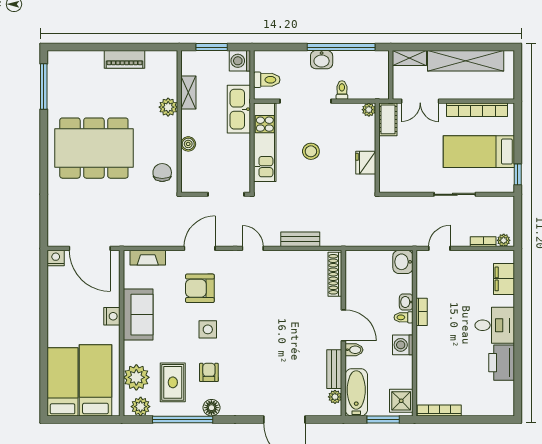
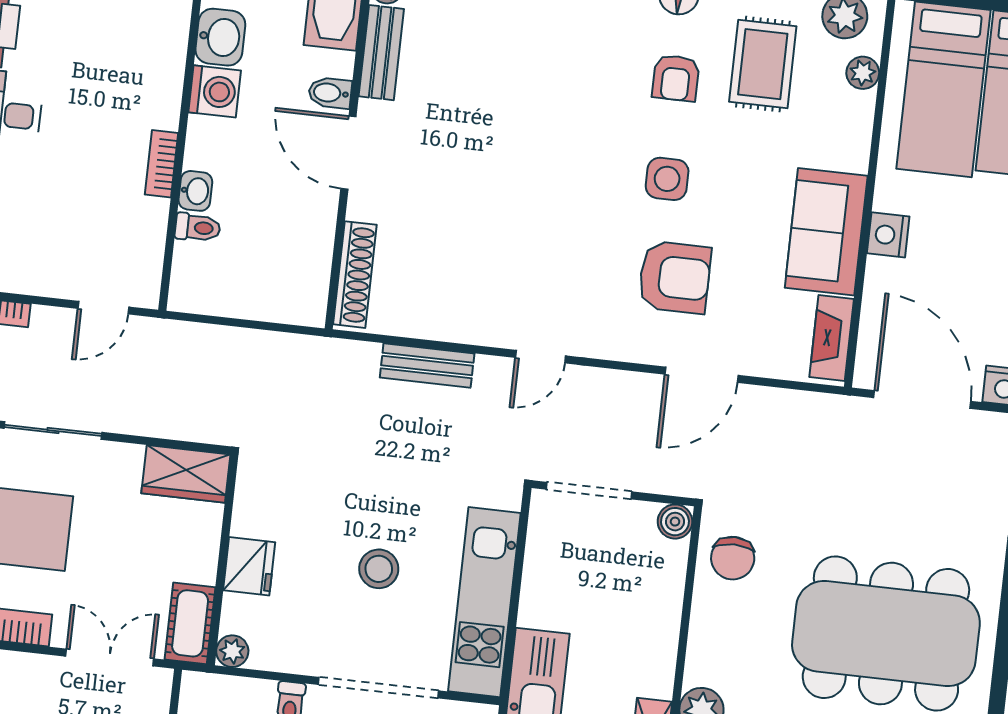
boiler: (188, 144) -> (675, 522), moved
fridge: (366, 163) -> (249, 566), moved
wardrobe: (397, 182) -> (186, 474), added
door: (200, 248) -> (702, 375), moved
door: (253, 248) -> (540, 357), hinge flipped
fireplace: (148, 258) -> (832, 338), moved, turned -90
washbasin: (403, 262) -> (220, 37), moved
toilet: (403, 317) -> (198, 228), moved
plant: (136, 377) -> (863, 73), width x0.53, depth x0.53

